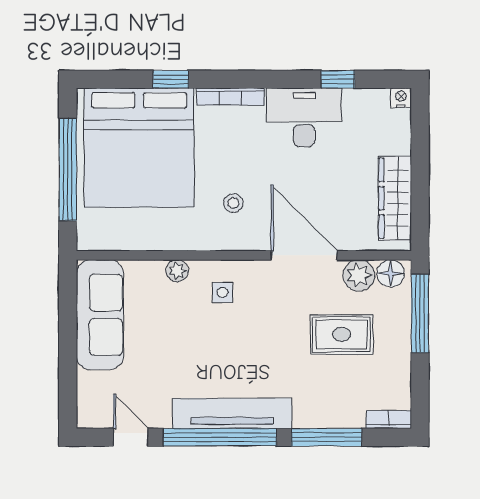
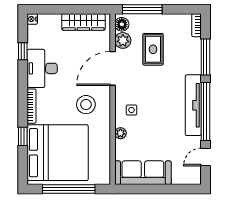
stool: (233, 203) -> (86, 105), width x1.89, depth x1.89

